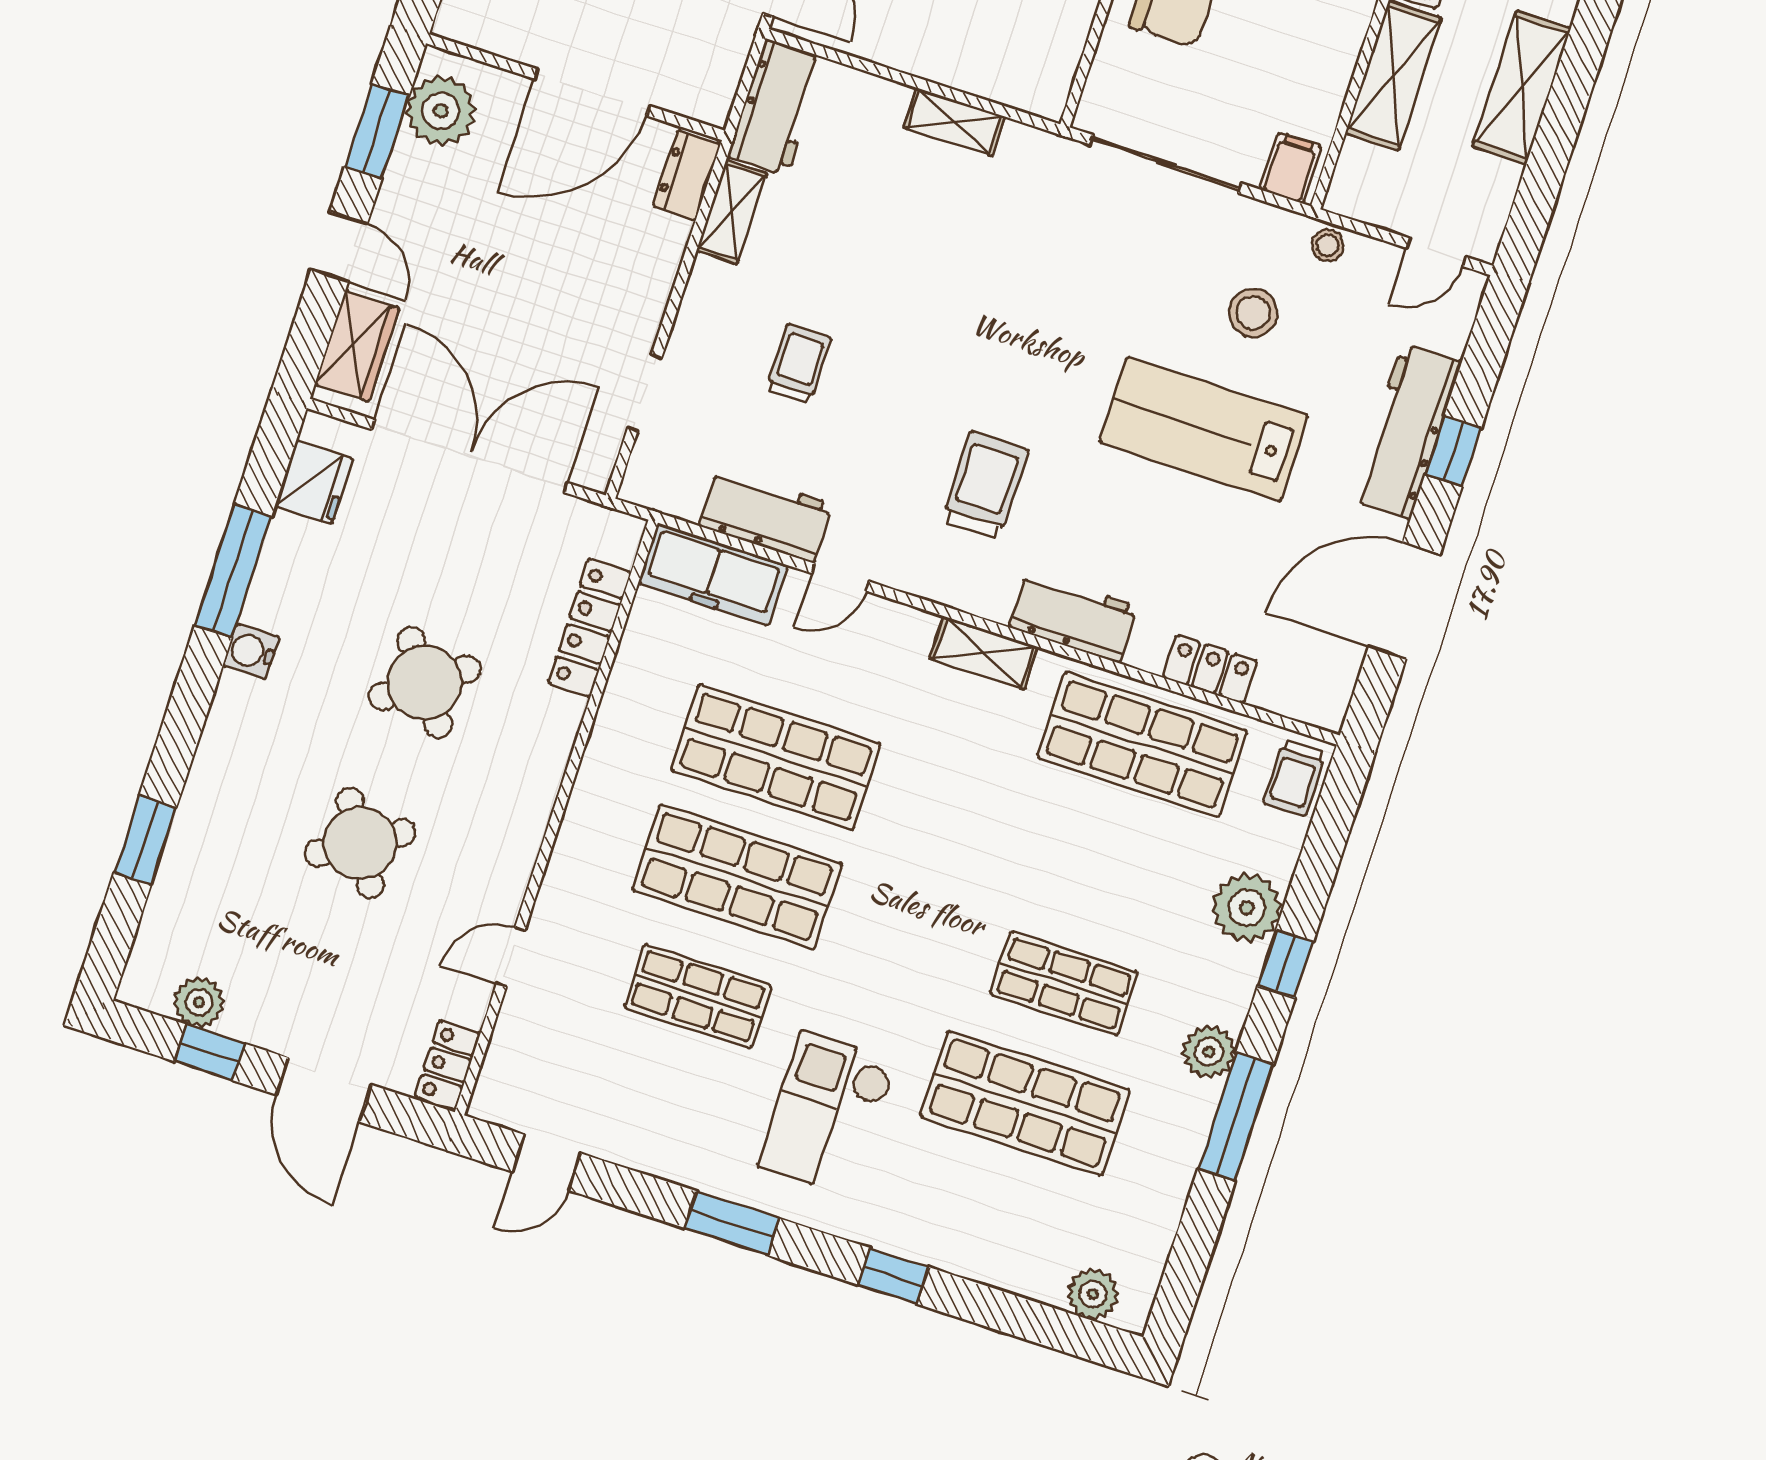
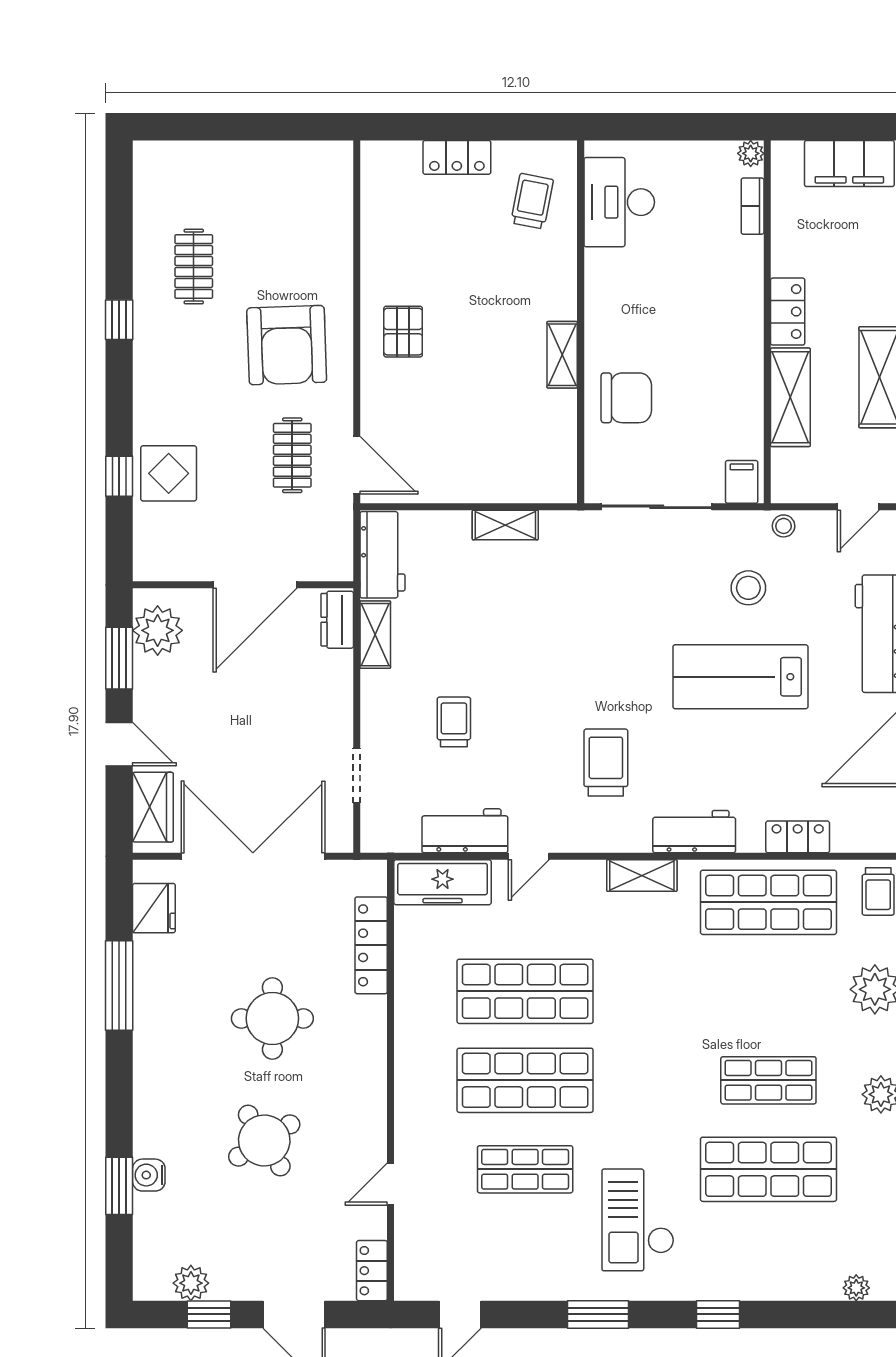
water cooler: (251, 651) -> (149, 1175), moved
round table: (425, 683) -> (272, 1018), turned 36
plant: (1093, 1294) -> (856, 1288), width x0.73, depth x0.73

